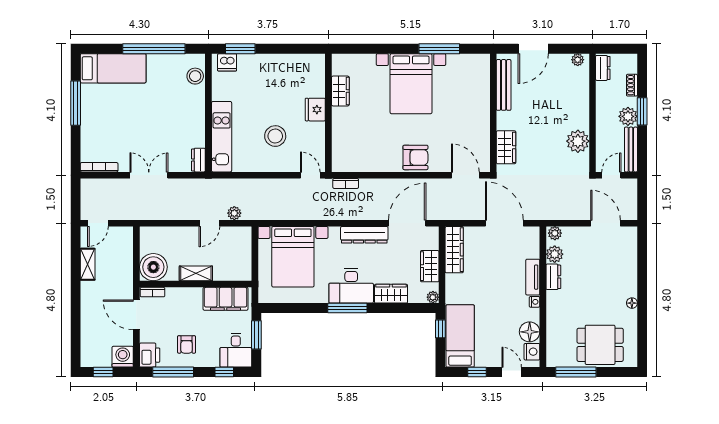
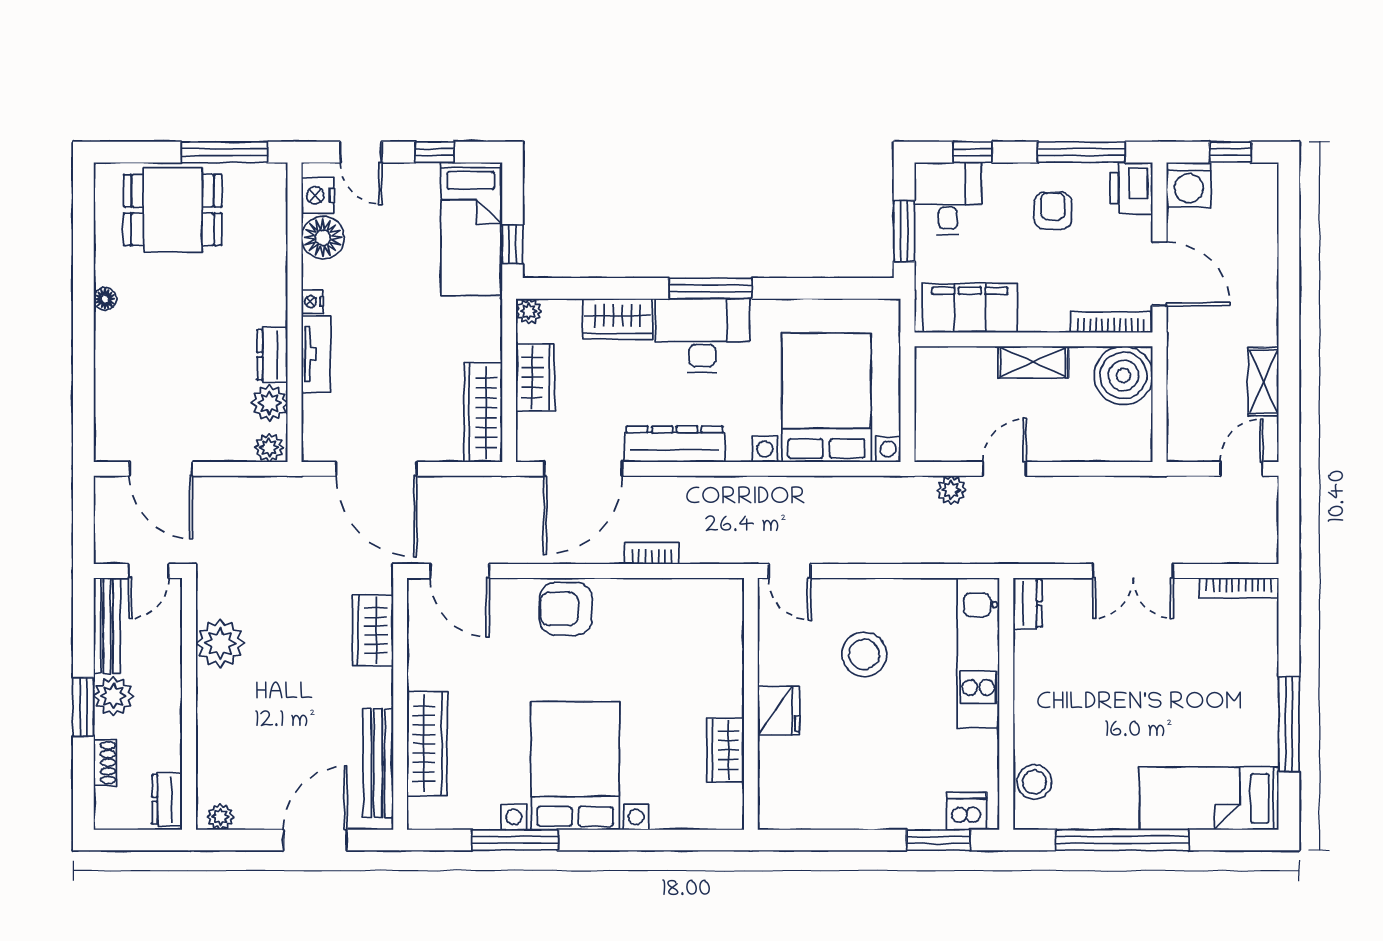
wardrobe: (481, 94) -> (427, 744), added
bookcase: (346, 183) -> (652, 553), moved
bookcase: (152, 292) -> (1111, 322), width x1.56

